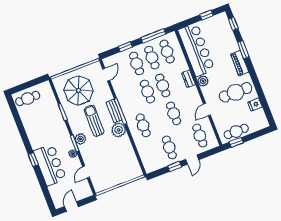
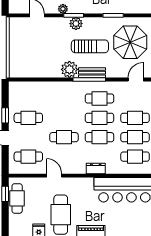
door: (106, 75) -> (136, 79), swing flipped
plant: (203, 81) -> (87, 184), removed
cafe table: (143, 125) -> (99, 98), moved

